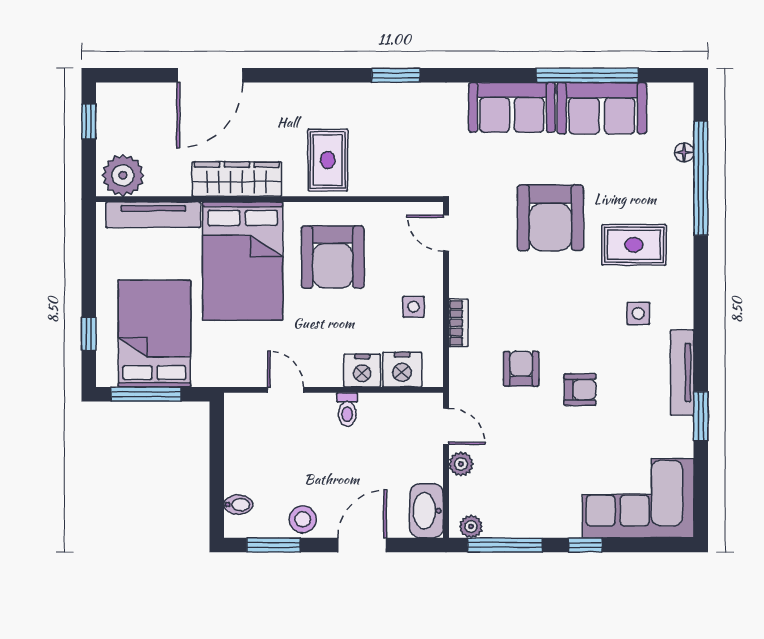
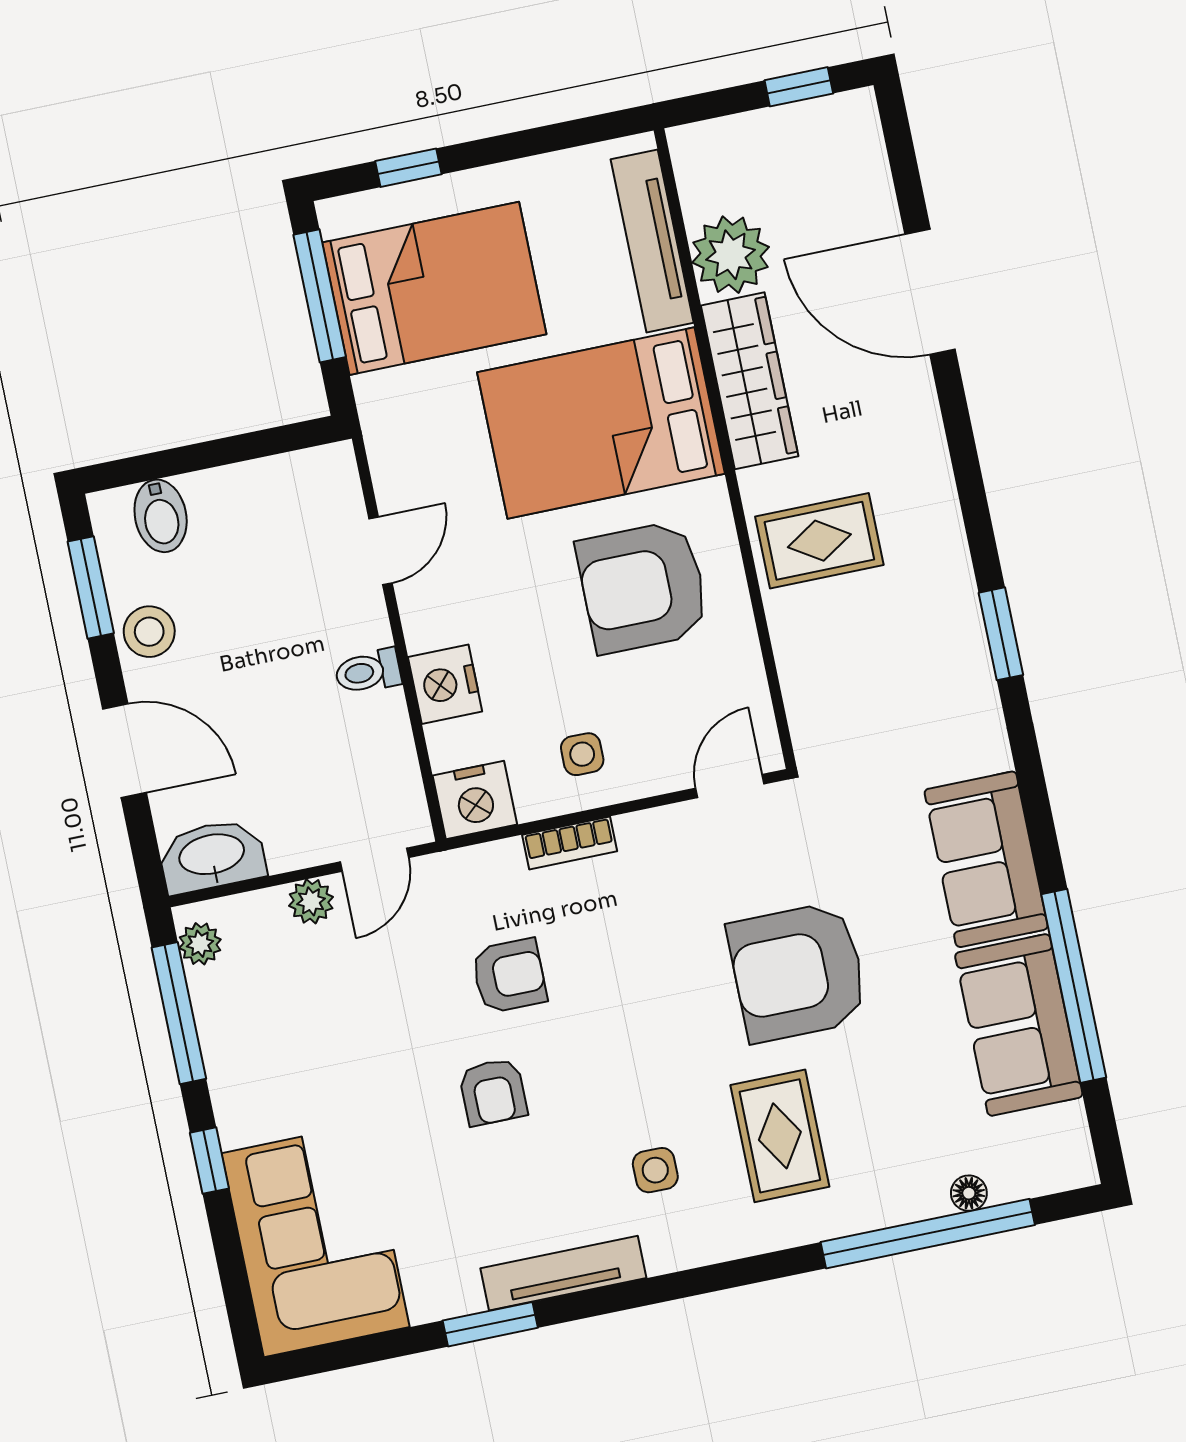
plant: (123, 175) -> (731, 255), moved
nightstand: (402, 370) -> (475, 800), moved, turned -90
bidet: (238, 505) -> (161, 516), width x1.38, depth x1.36

